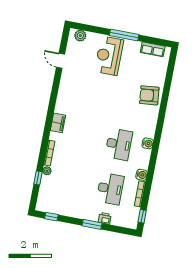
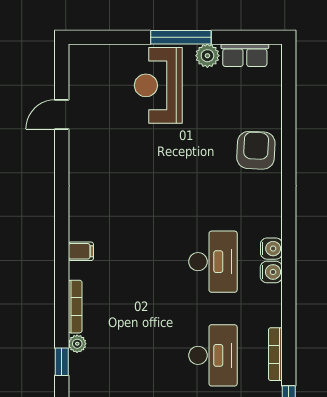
plant: (80, 36) -> (207, 56), moved
door: (61, 61) -> (62, 115), hinge flipped
armchair: (149, 95) -> (256, 150), turned 99
filing cabinet: (58, 123) -> (81, 251), width x0.50
water cooler: (142, 175) -> (271, 272), moved

